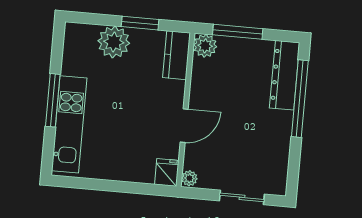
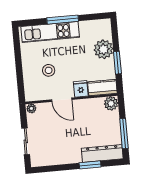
window: (238, 32) -> (124, 133), moved
window: (300, 99) -> (90, 165), width x0.47
stool: (132, 139) -> (49, 70), added
fridge: (167, 172) -> (81, 89), moved, turned -90

